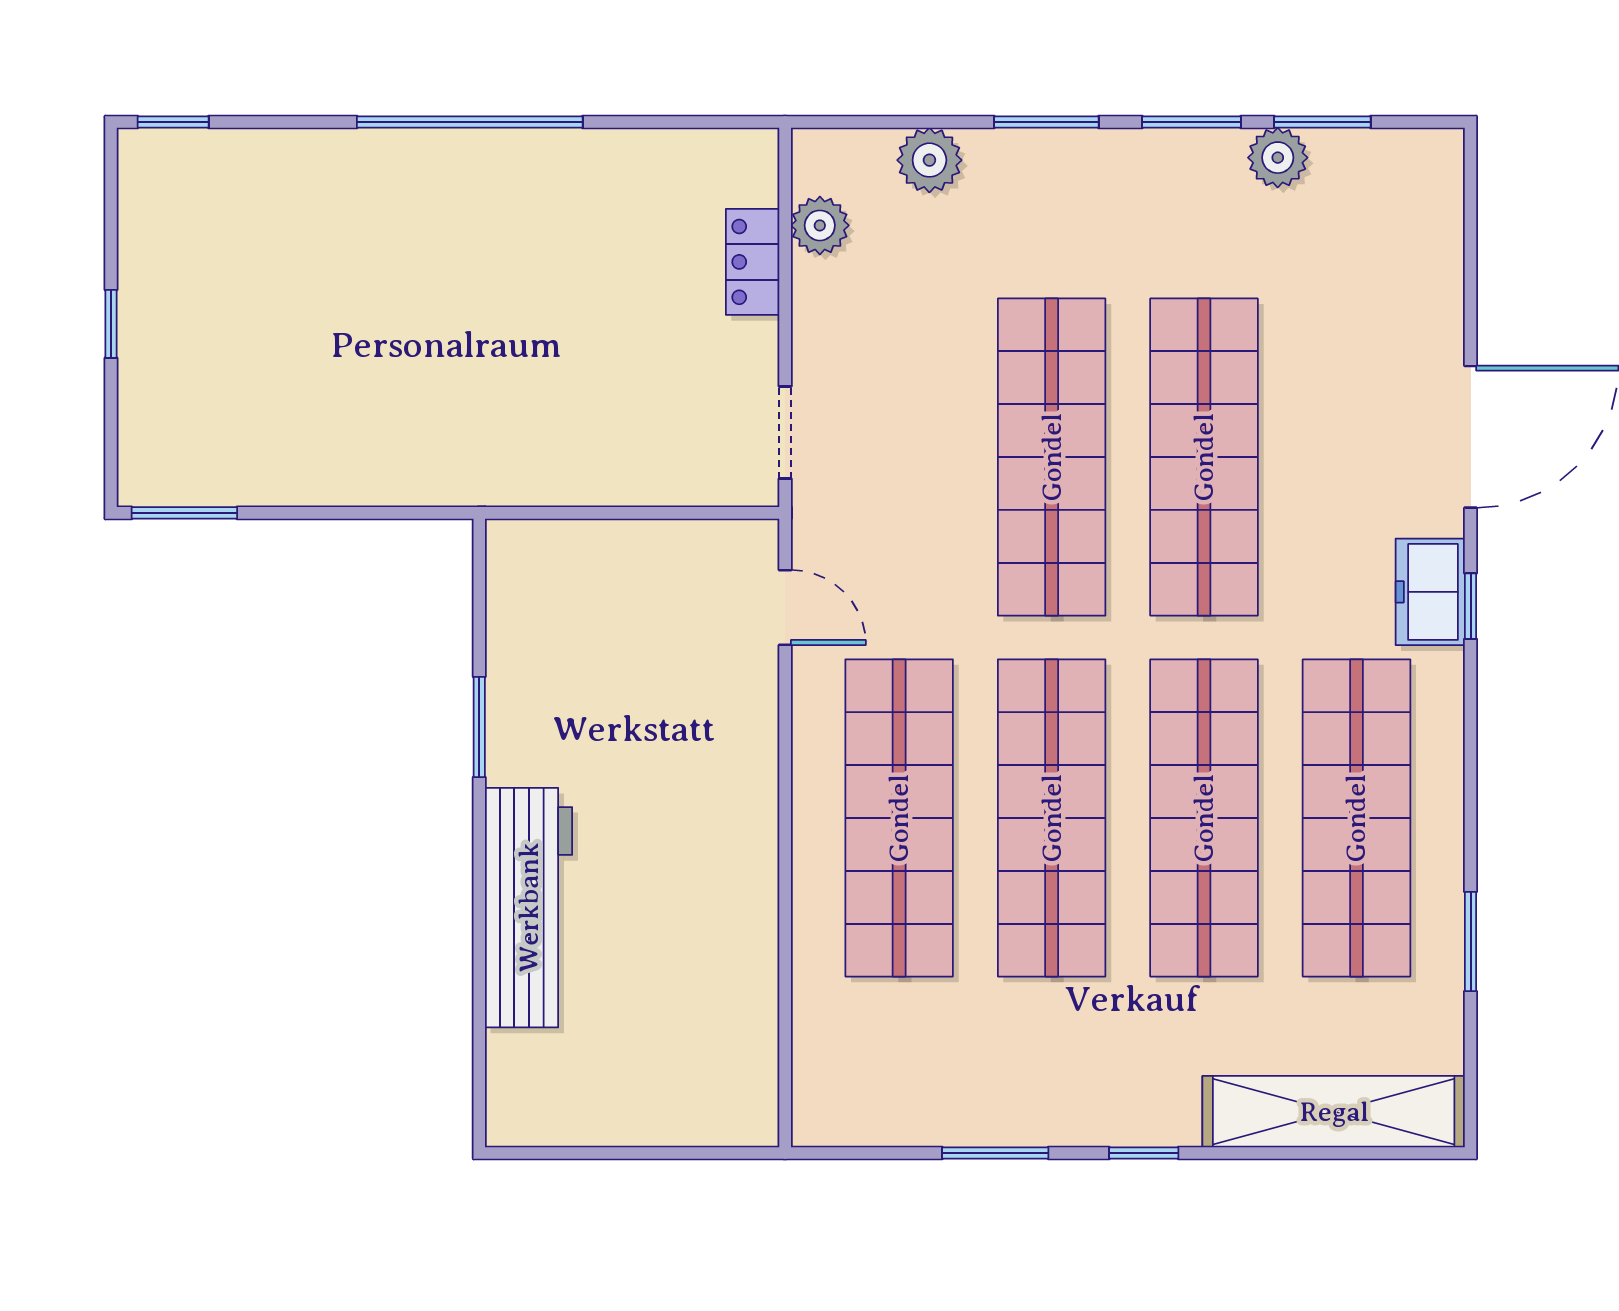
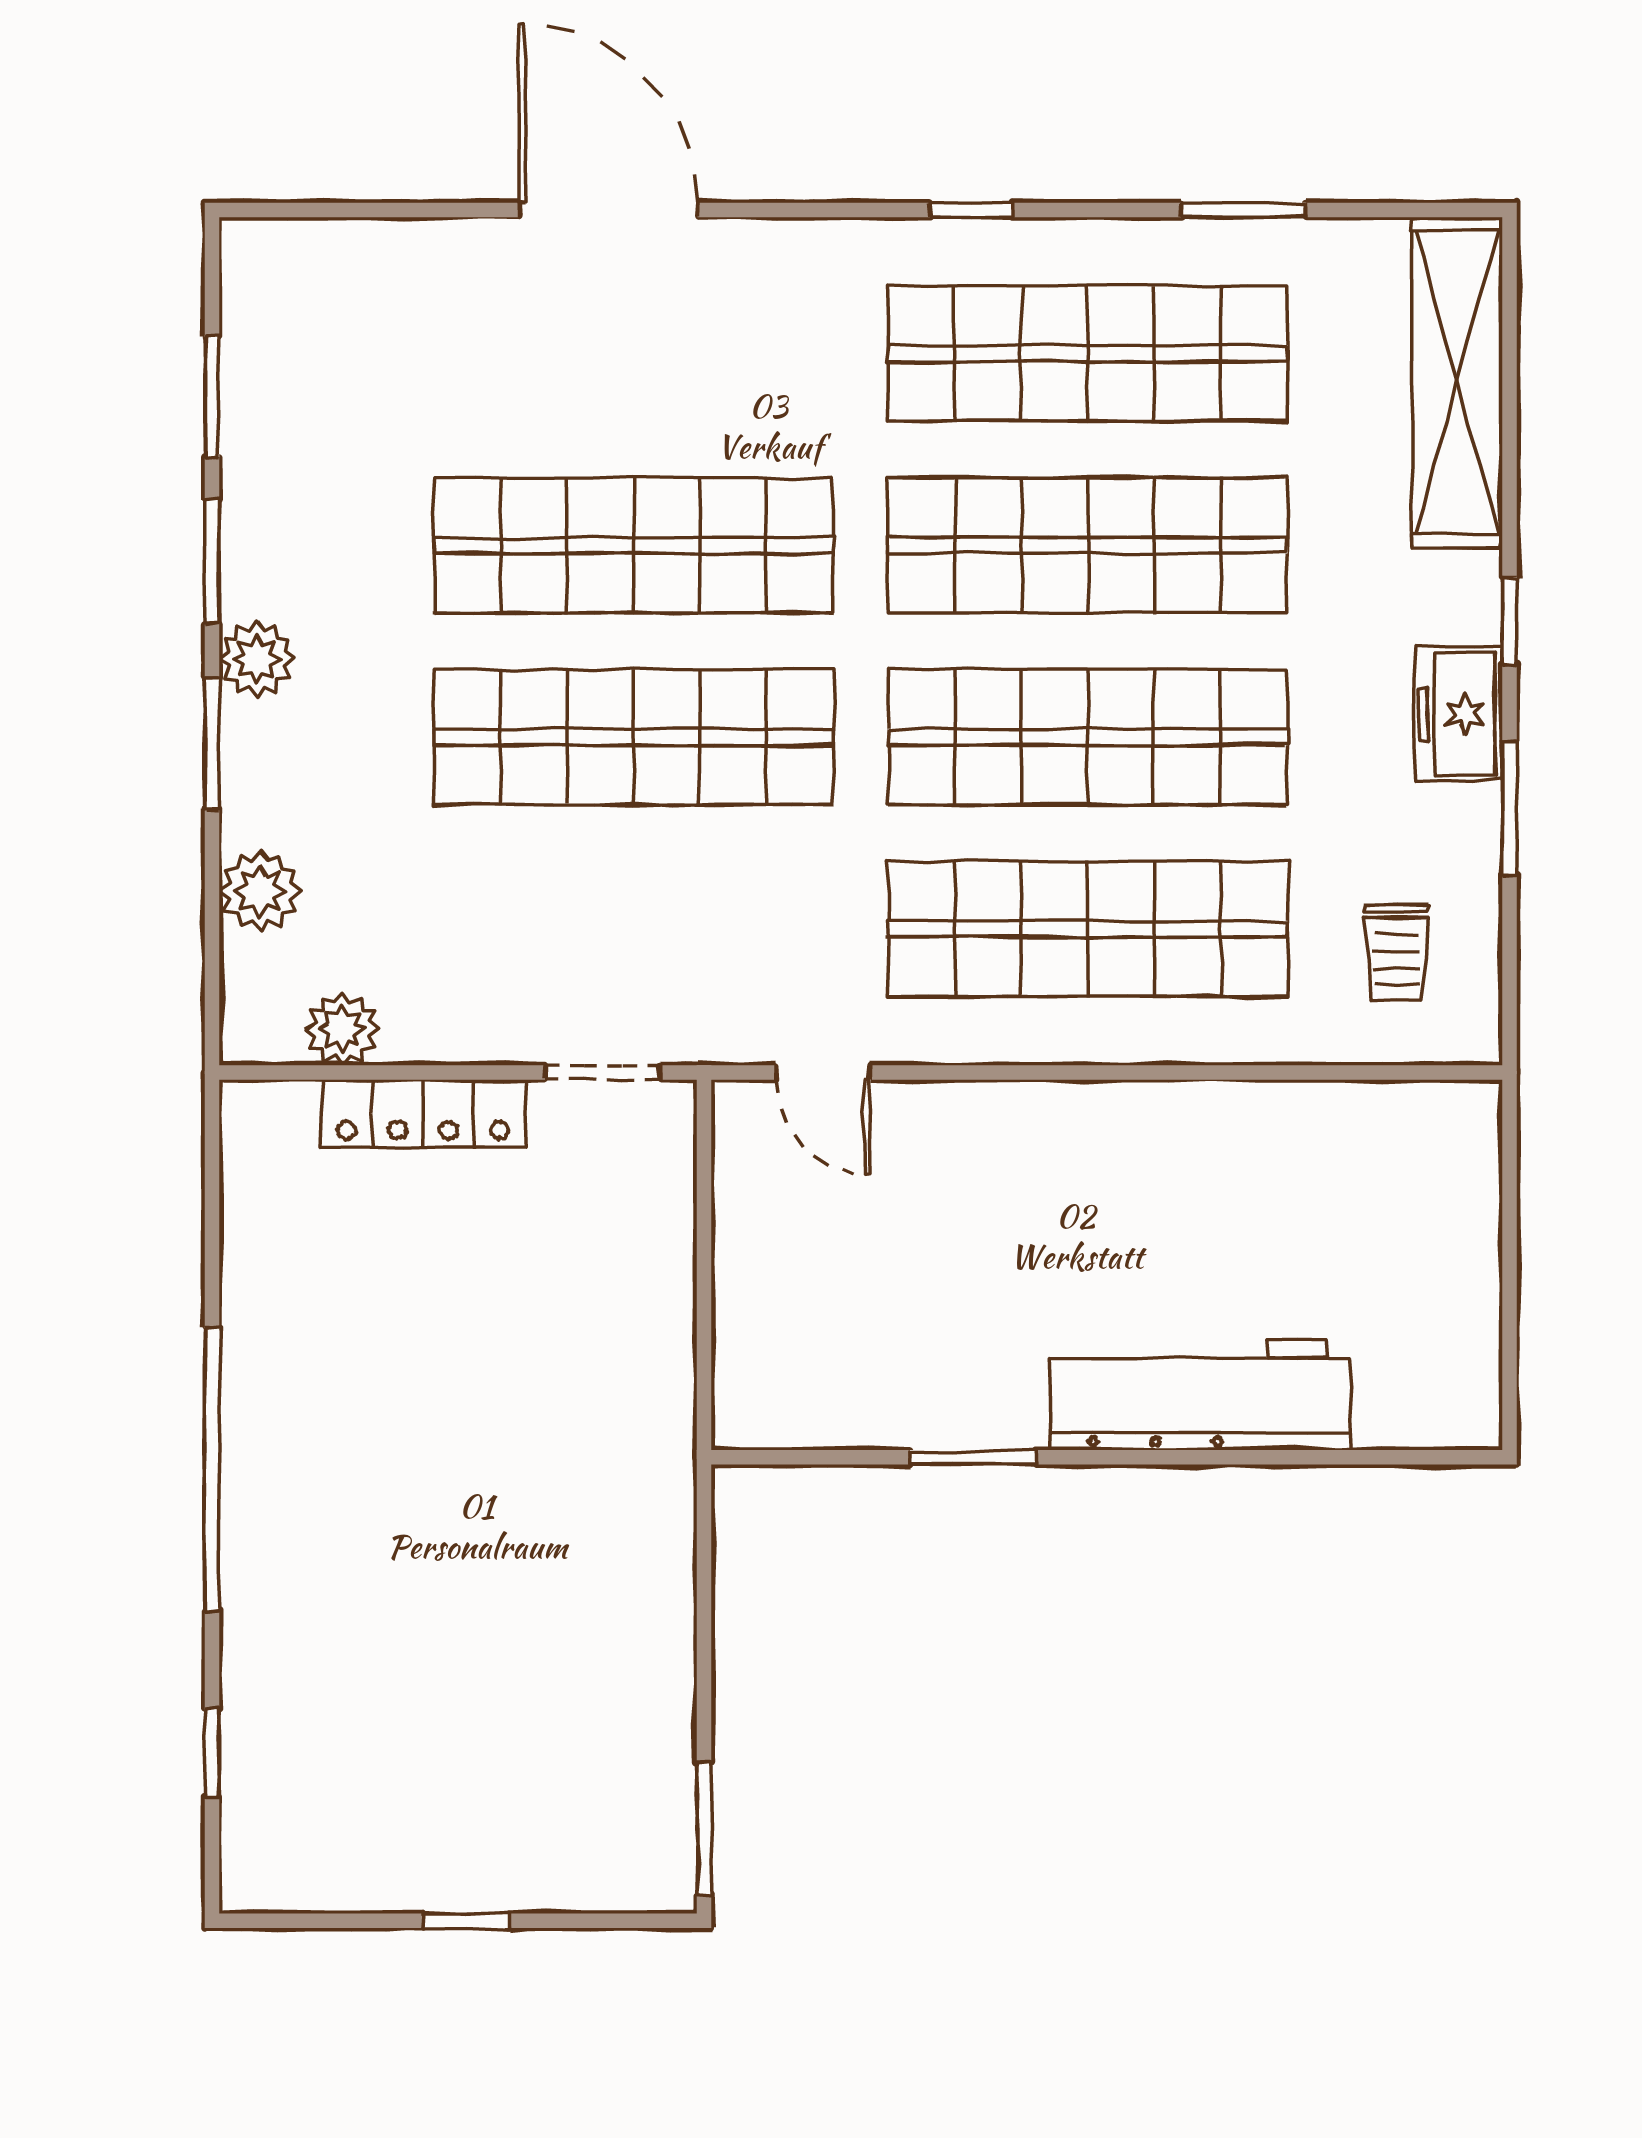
window: (173, 122) -> (212, 1753), moved
plant: (1278, 158) -> (257, 659), moved
locker: (753, 262) -> (423, 1113), width x1.53
freezer: (1430, 592) -> (1459, 714), moved, turned 90
window: (1471, 606) -> (972, 210), moved
door: (785, 608) -> (823, 1072), swing flipped
trolley: (880, 1063) -> (1396, 953), added

